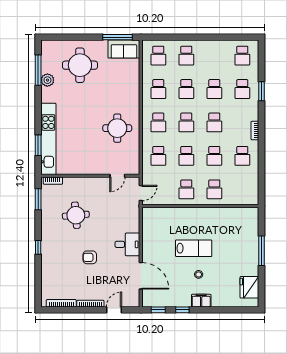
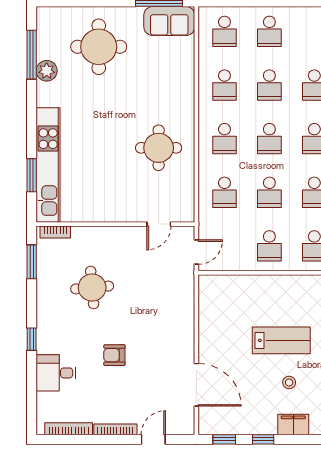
desk: (127, 244) -> (56, 373), moved, turned 180

